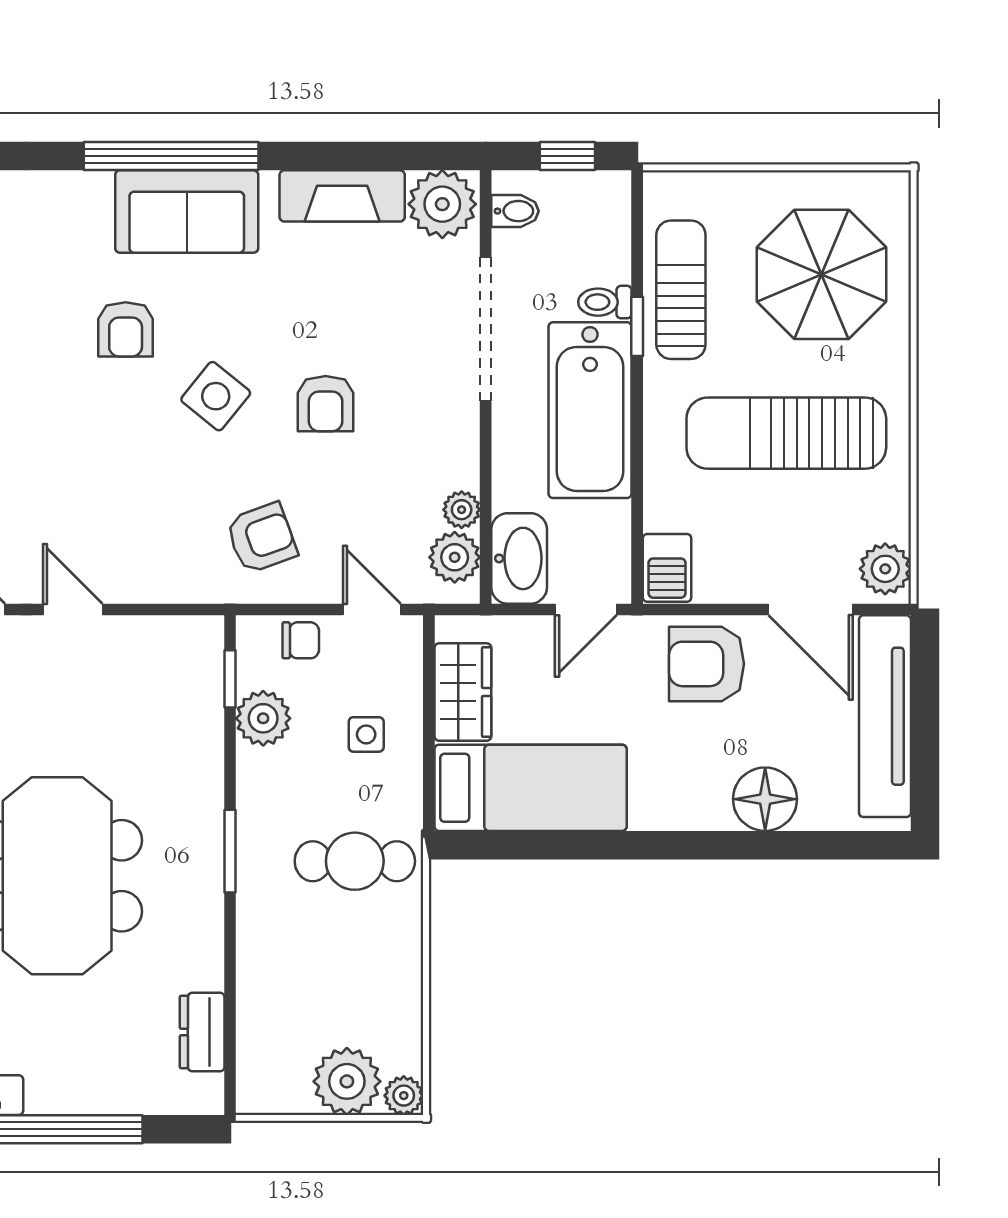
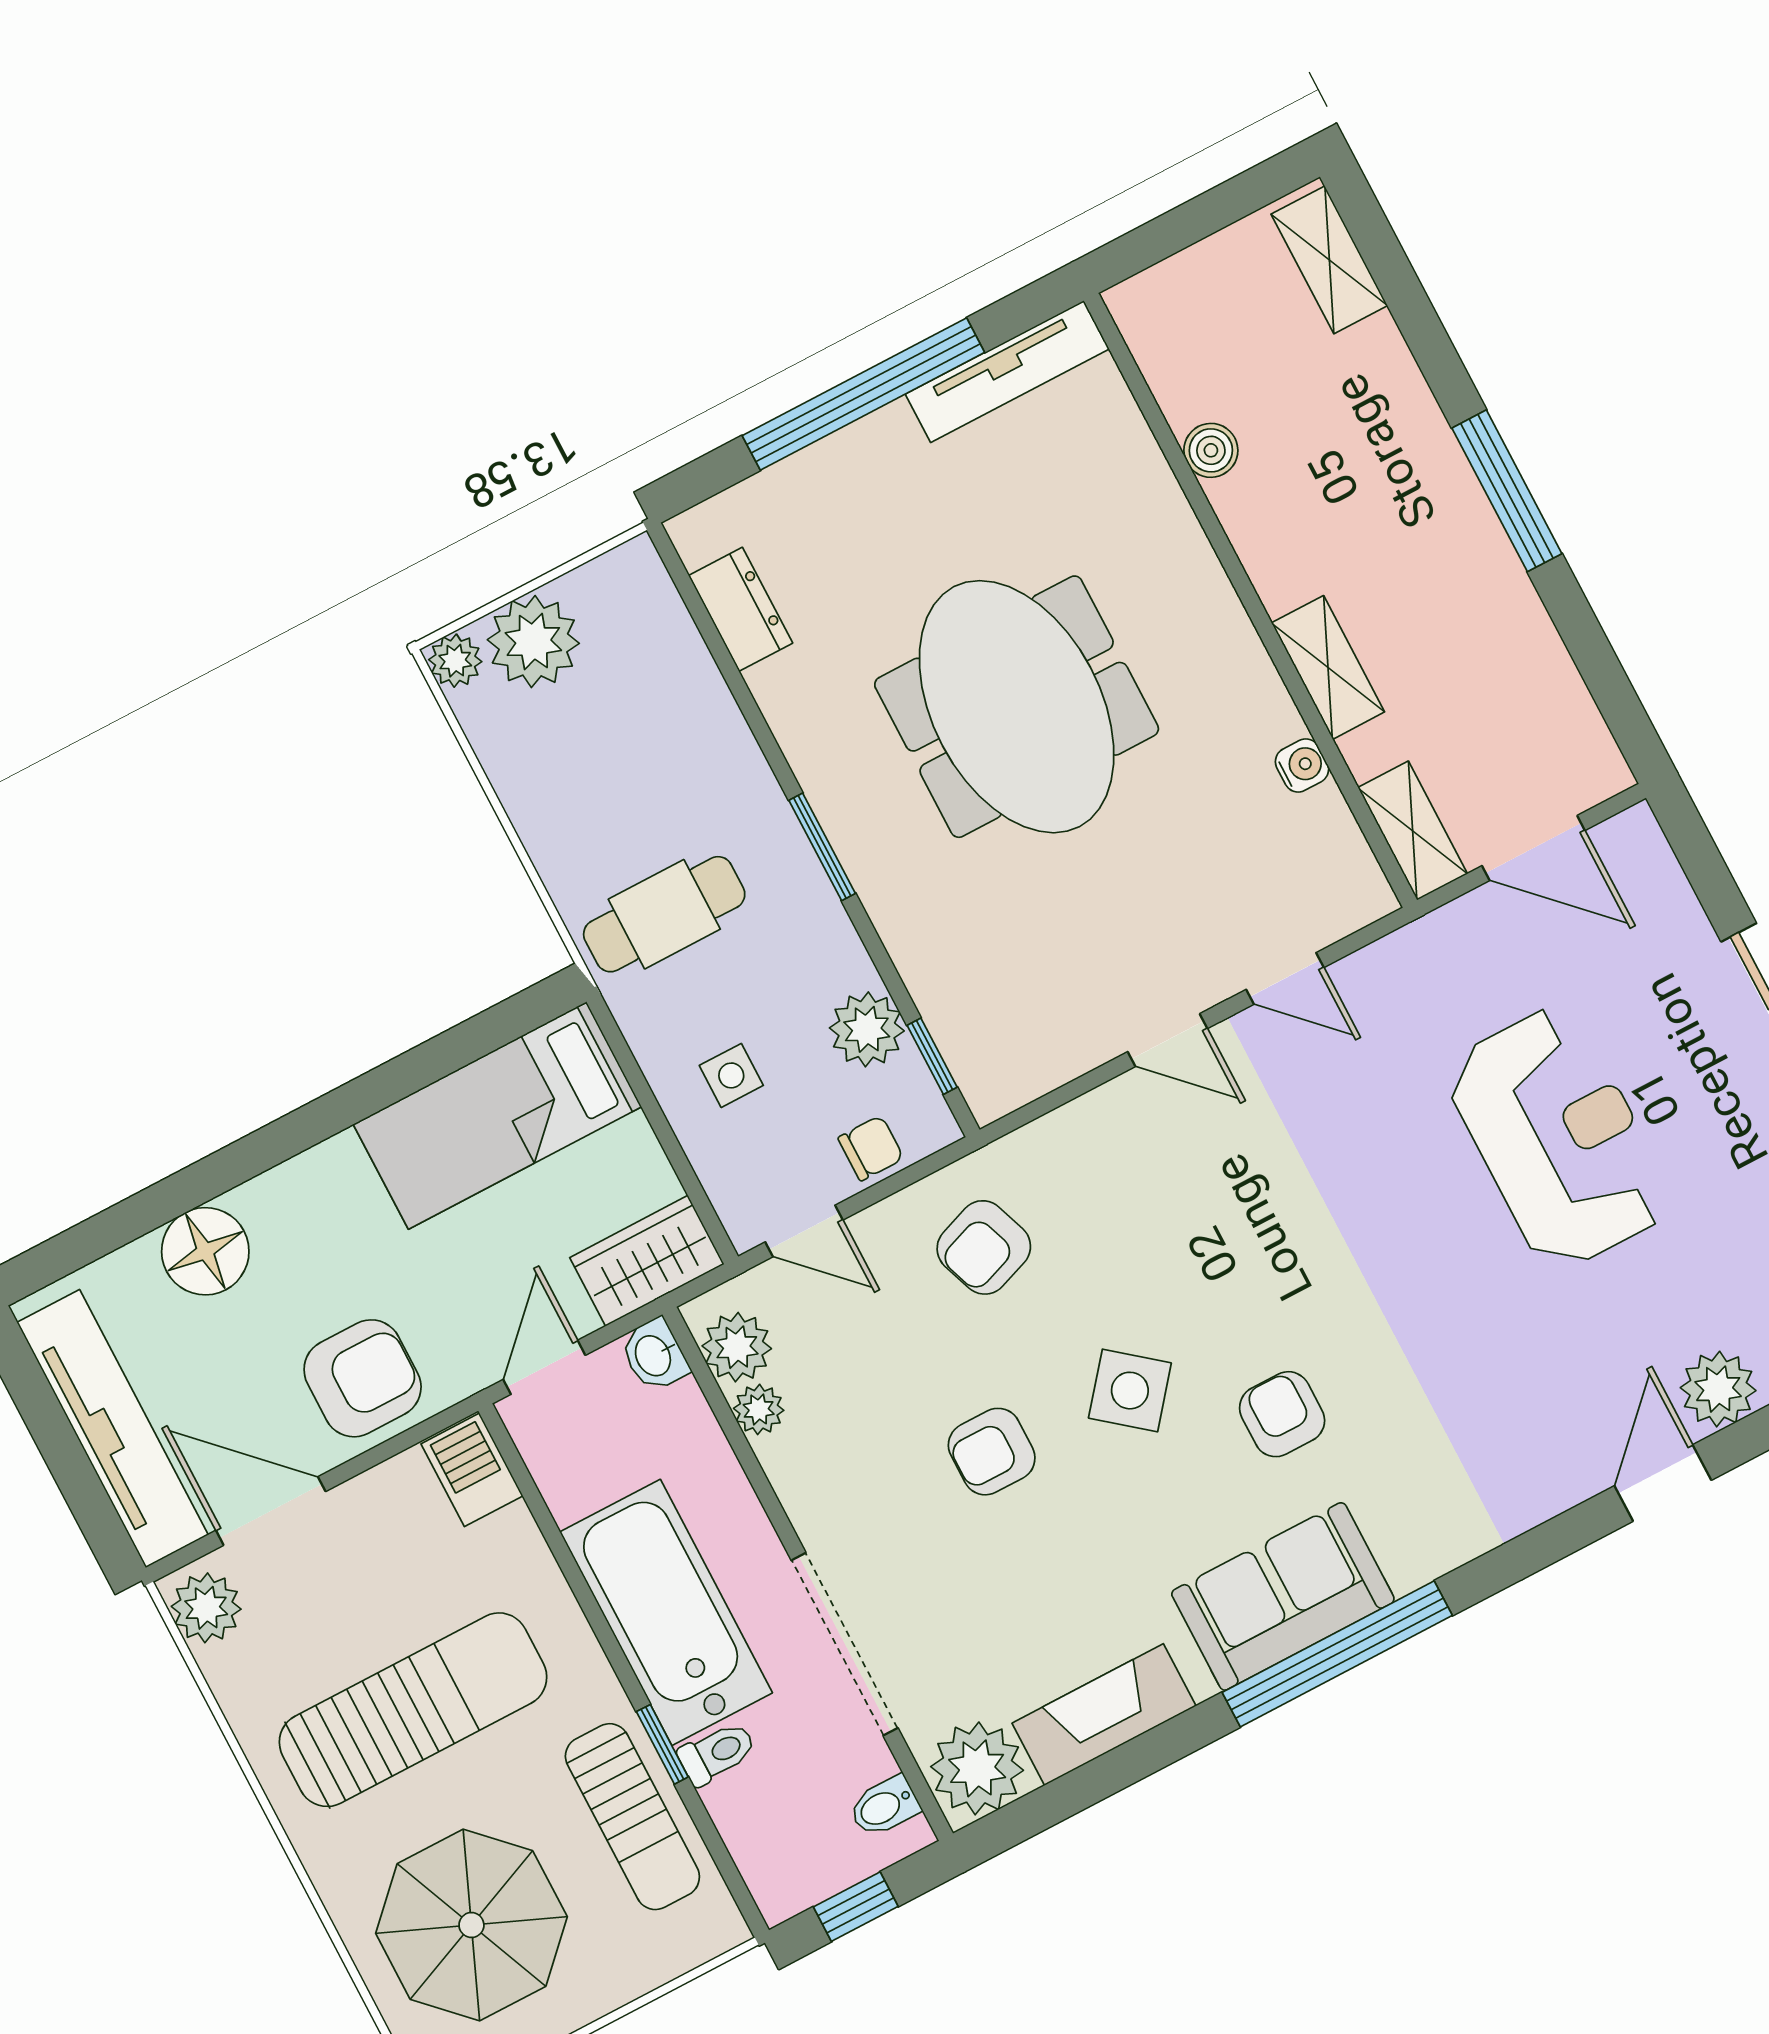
armchair: (326, 404) -> (992, 1452), turned -90
washbasin: (519, 558) -> (654, 1355), width x0.52, depth x0.69
chair: (301, 640) -> (871, 1148), turned 180
wardrobe: (463, 692) -> (647, 1261), moved, turned 90

